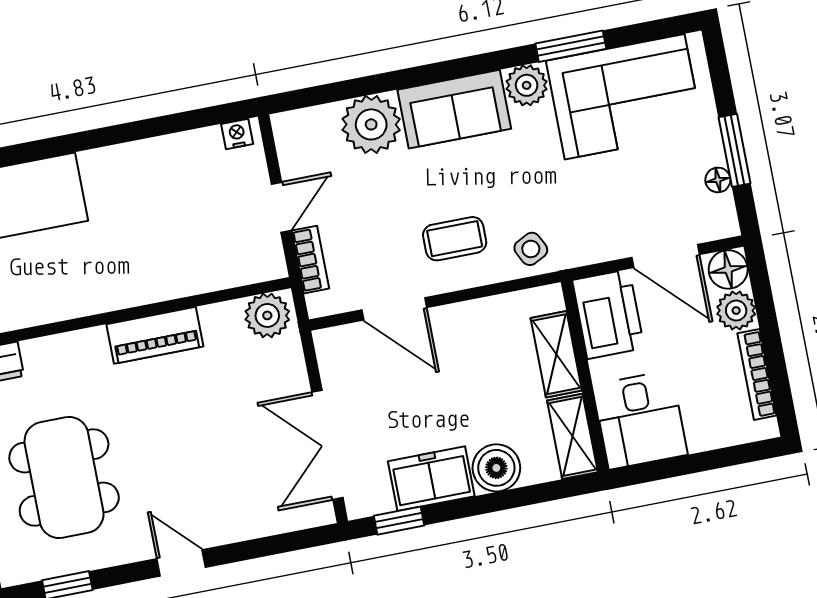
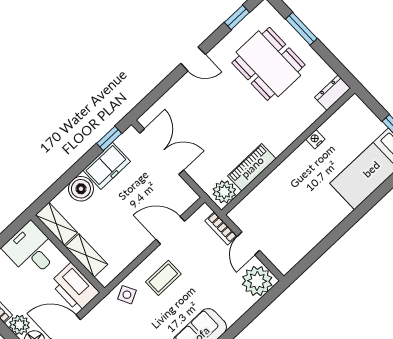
plant: (371, 124) -> (257, 281), moved
nightstand: (237, 134) -> (315, 139), moved, turned 180
piano: (155, 335) -> (252, 167), moved

